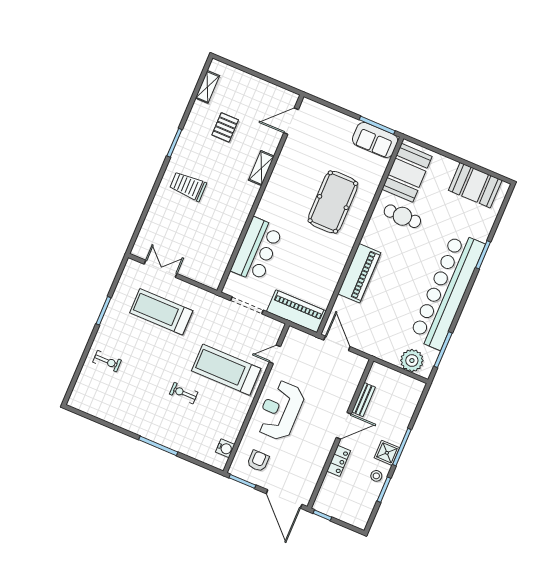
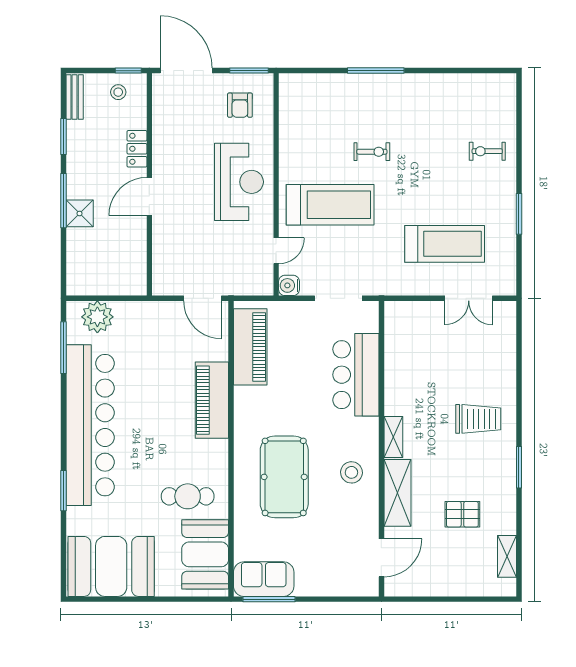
pallet: (225, 127) -> (462, 514), turned 90
shelving: (261, 168) -> (397, 493), width x1.50, depth x1.33
booth: (475, 185) -> (111, 566), width x1.36, depth x1.42
stool: (287, 186) -> (351, 472), added
shelving: (249, 198) -> (393, 437), added
piano: (296, 311) -> (250, 347), moved, turned -90
bench: (363, 400) -> (75, 97), moved
water cooler: (225, 448) -> (289, 285), moved
shower: (387, 453) -> (80, 213), moved
stool: (376, 476) -> (118, 92), moved

